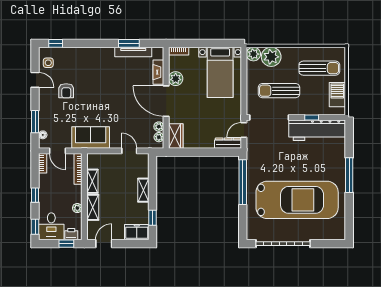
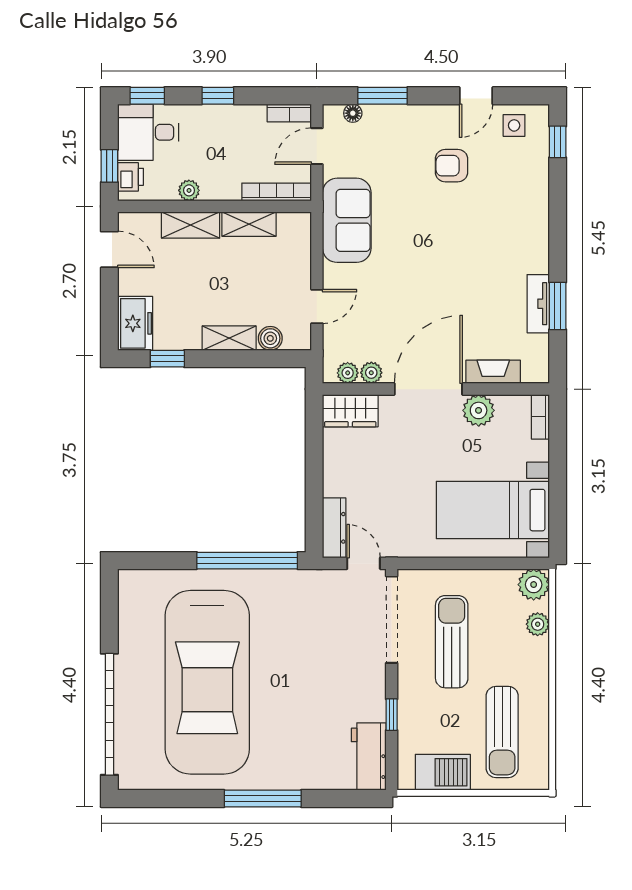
tv unit: (133, 52) -> (538, 304), width x0.71
plant: (271, 57) -> (538, 624), width x0.53, depth x0.53
workbench: (317, 130) -> (369, 757), width x0.53, depth x0.76
boiler: (143, 172) -> (270, 338), added
garage door: (283, 244) -> (109, 714), moved

